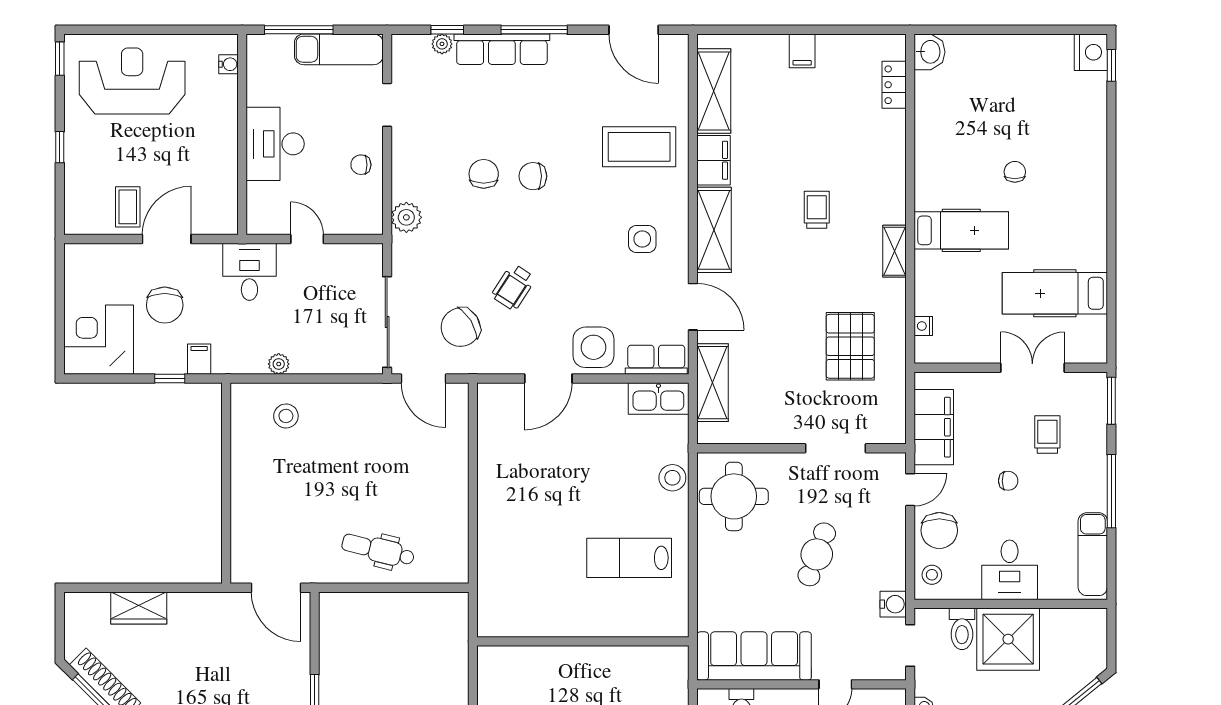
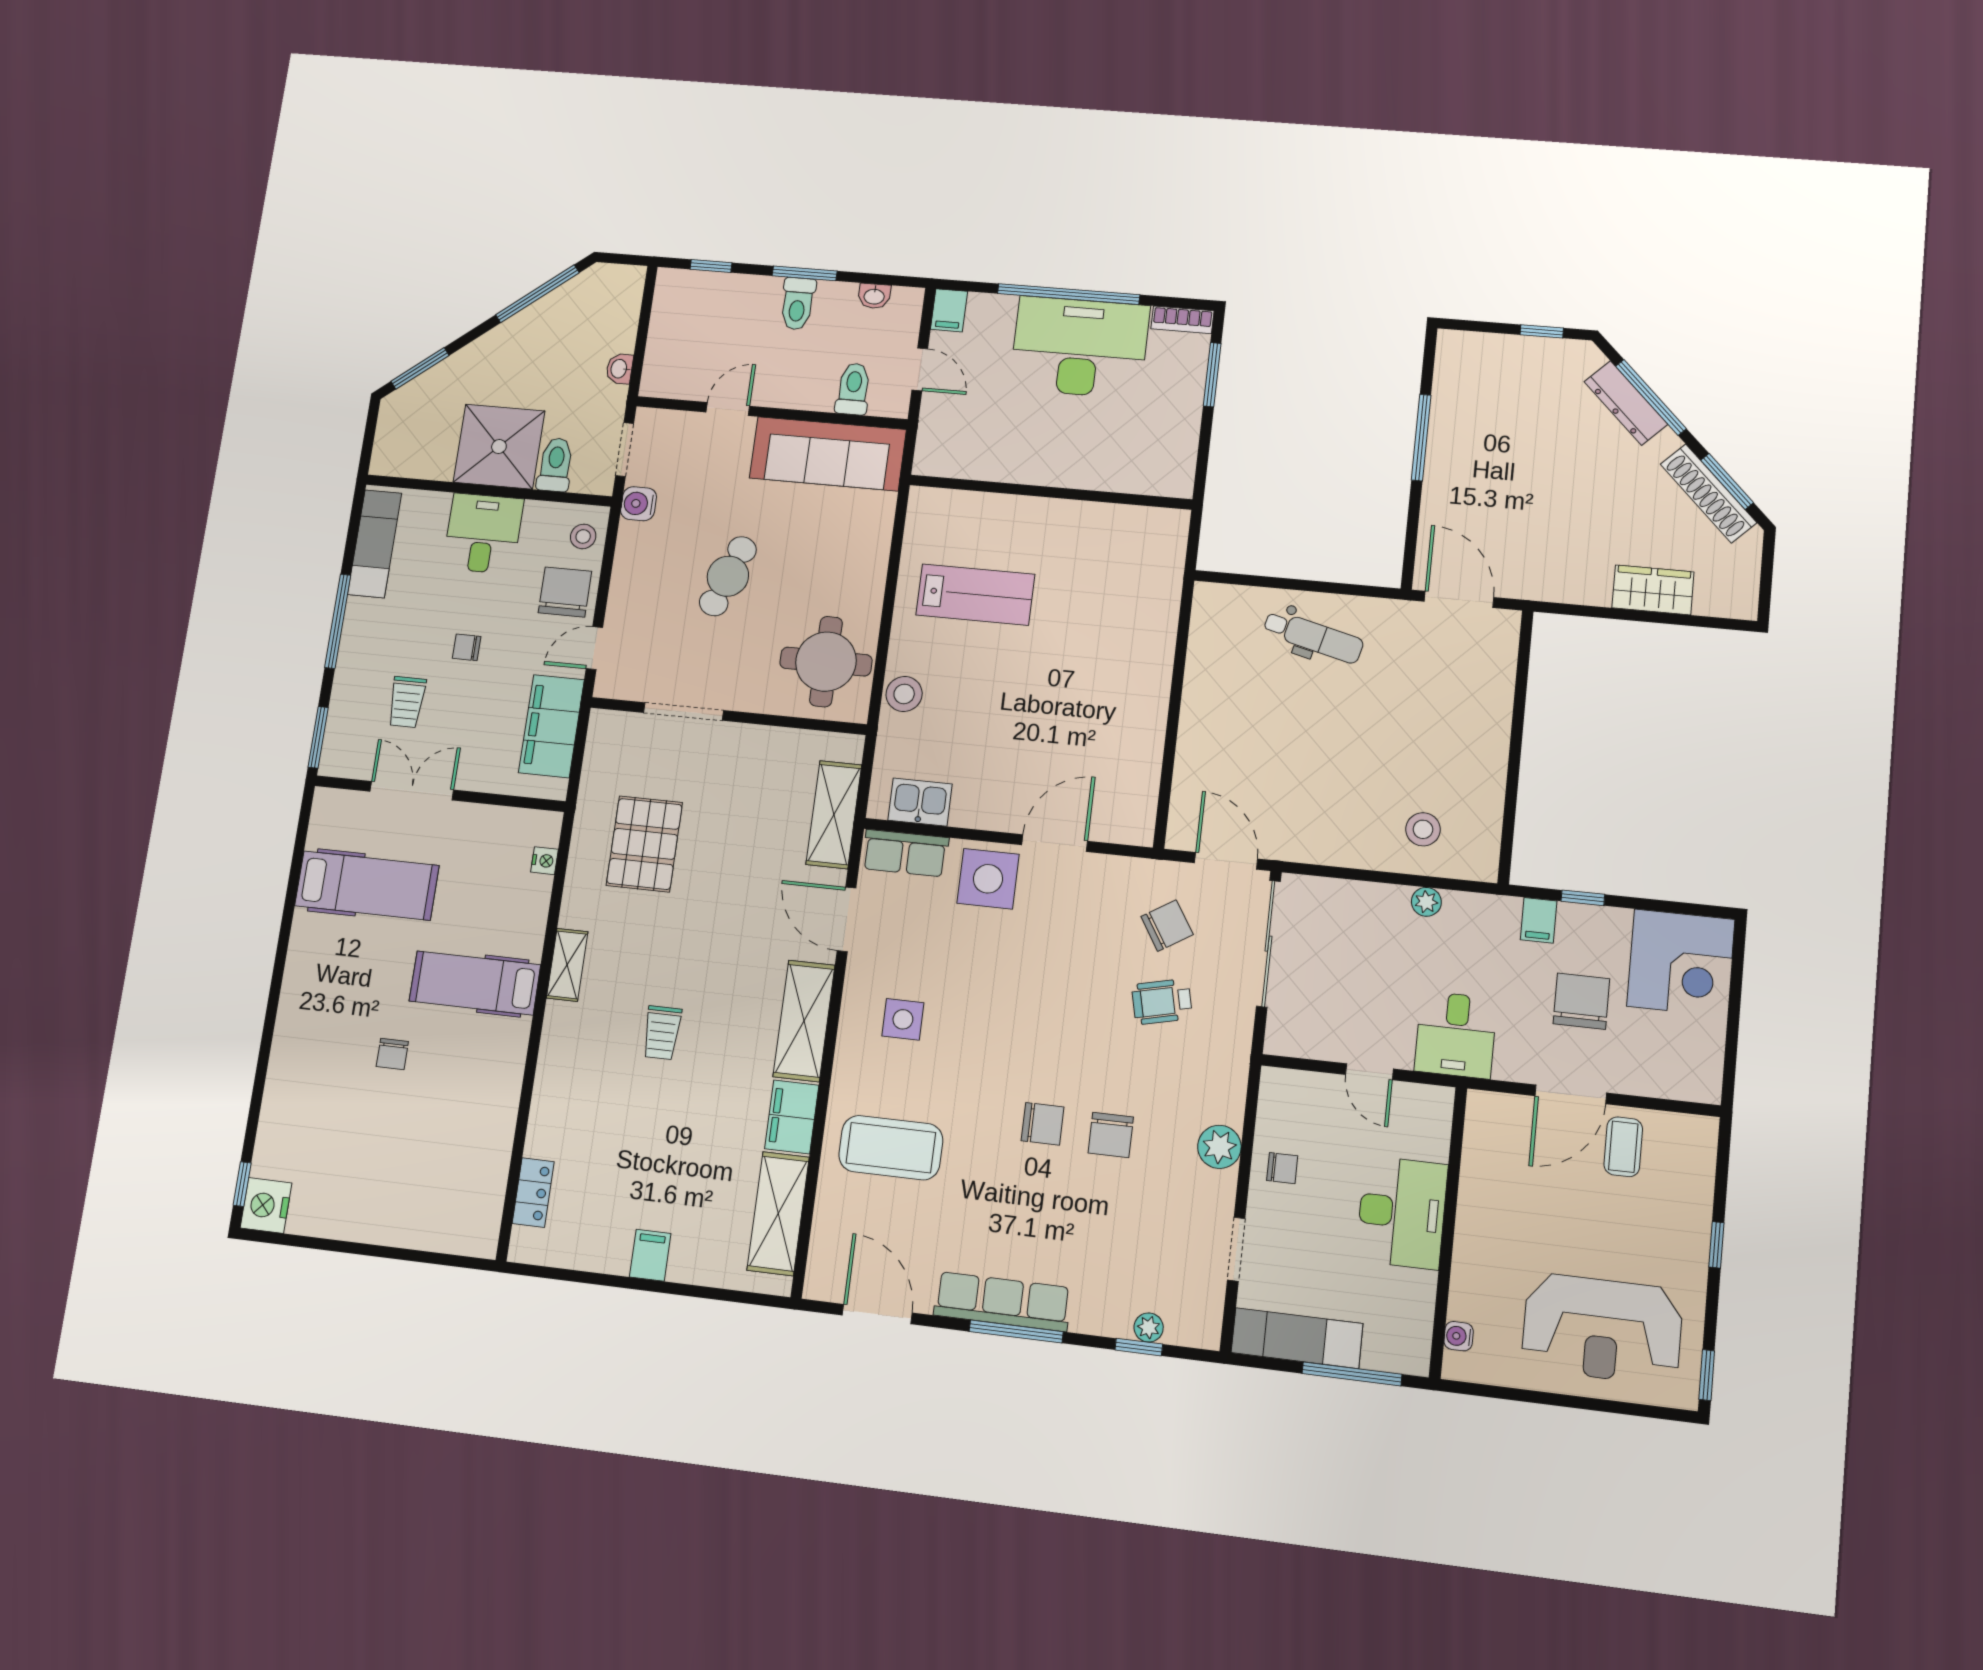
row of seats: (502, 49) -> (1002, 1301), moved
washbasin: (929, 52) -> (479, 1232), removed
plant: (406, 217) -> (1219, 1147), moved
wheelchair: (513, 287) -> (1162, 1002), moved, turned -136
chair: (461, 327) -> (1167, 926), width x0.73, depth x0.73
double door: (1032, 368) -> (412, 791), swing flipped
kitchen sink: (658, 398) -> (920, 802), width x0.73

